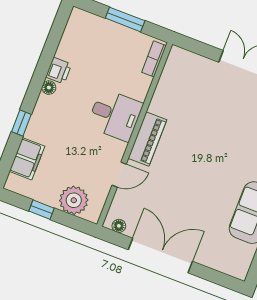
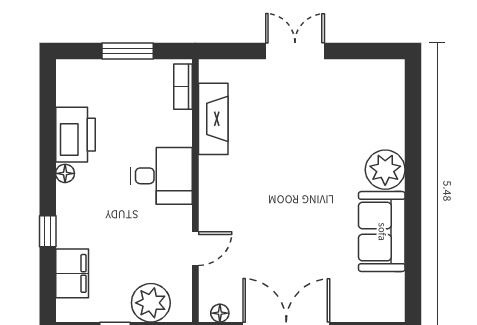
printer: (59, 71) -> (75, 135), width x1.87, depth x1.48
fireplace: (166, 89) -> (213, 119), added
piano: (147, 139) -> (214, 190), removed

